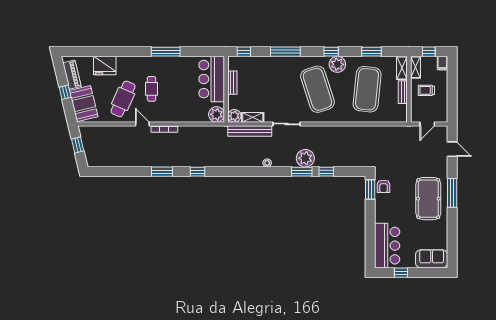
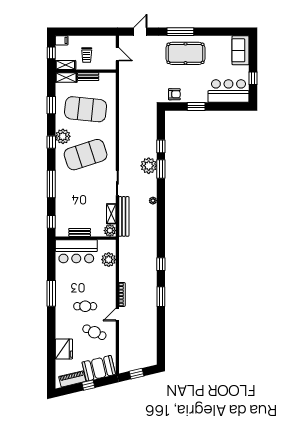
cafe table: (123, 99) -> (94, 332), width x0.73, depth x0.74
plant: (217, 114) -> (109, 260), moved
window: (370, 189) -> (196, 106), moved

